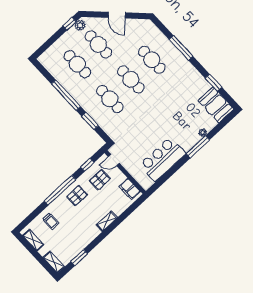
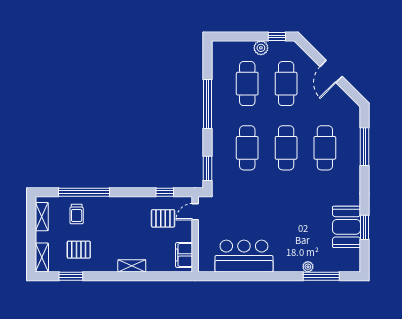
plant: (80, 25) -> (261, 48), moved
window: (181, 48) -> (365, 147), moved
booth: (216, 105) -> (346, 227), moved
window: (90, 121) -> (208, 168), moved
window: (198, 147) -> (321, 276), moved
door: (114, 160) -> (195, 212), hinge flipped
window: (60, 190) -> (84, 192), moved
pallet: (77, 196) -> (79, 250), moved

